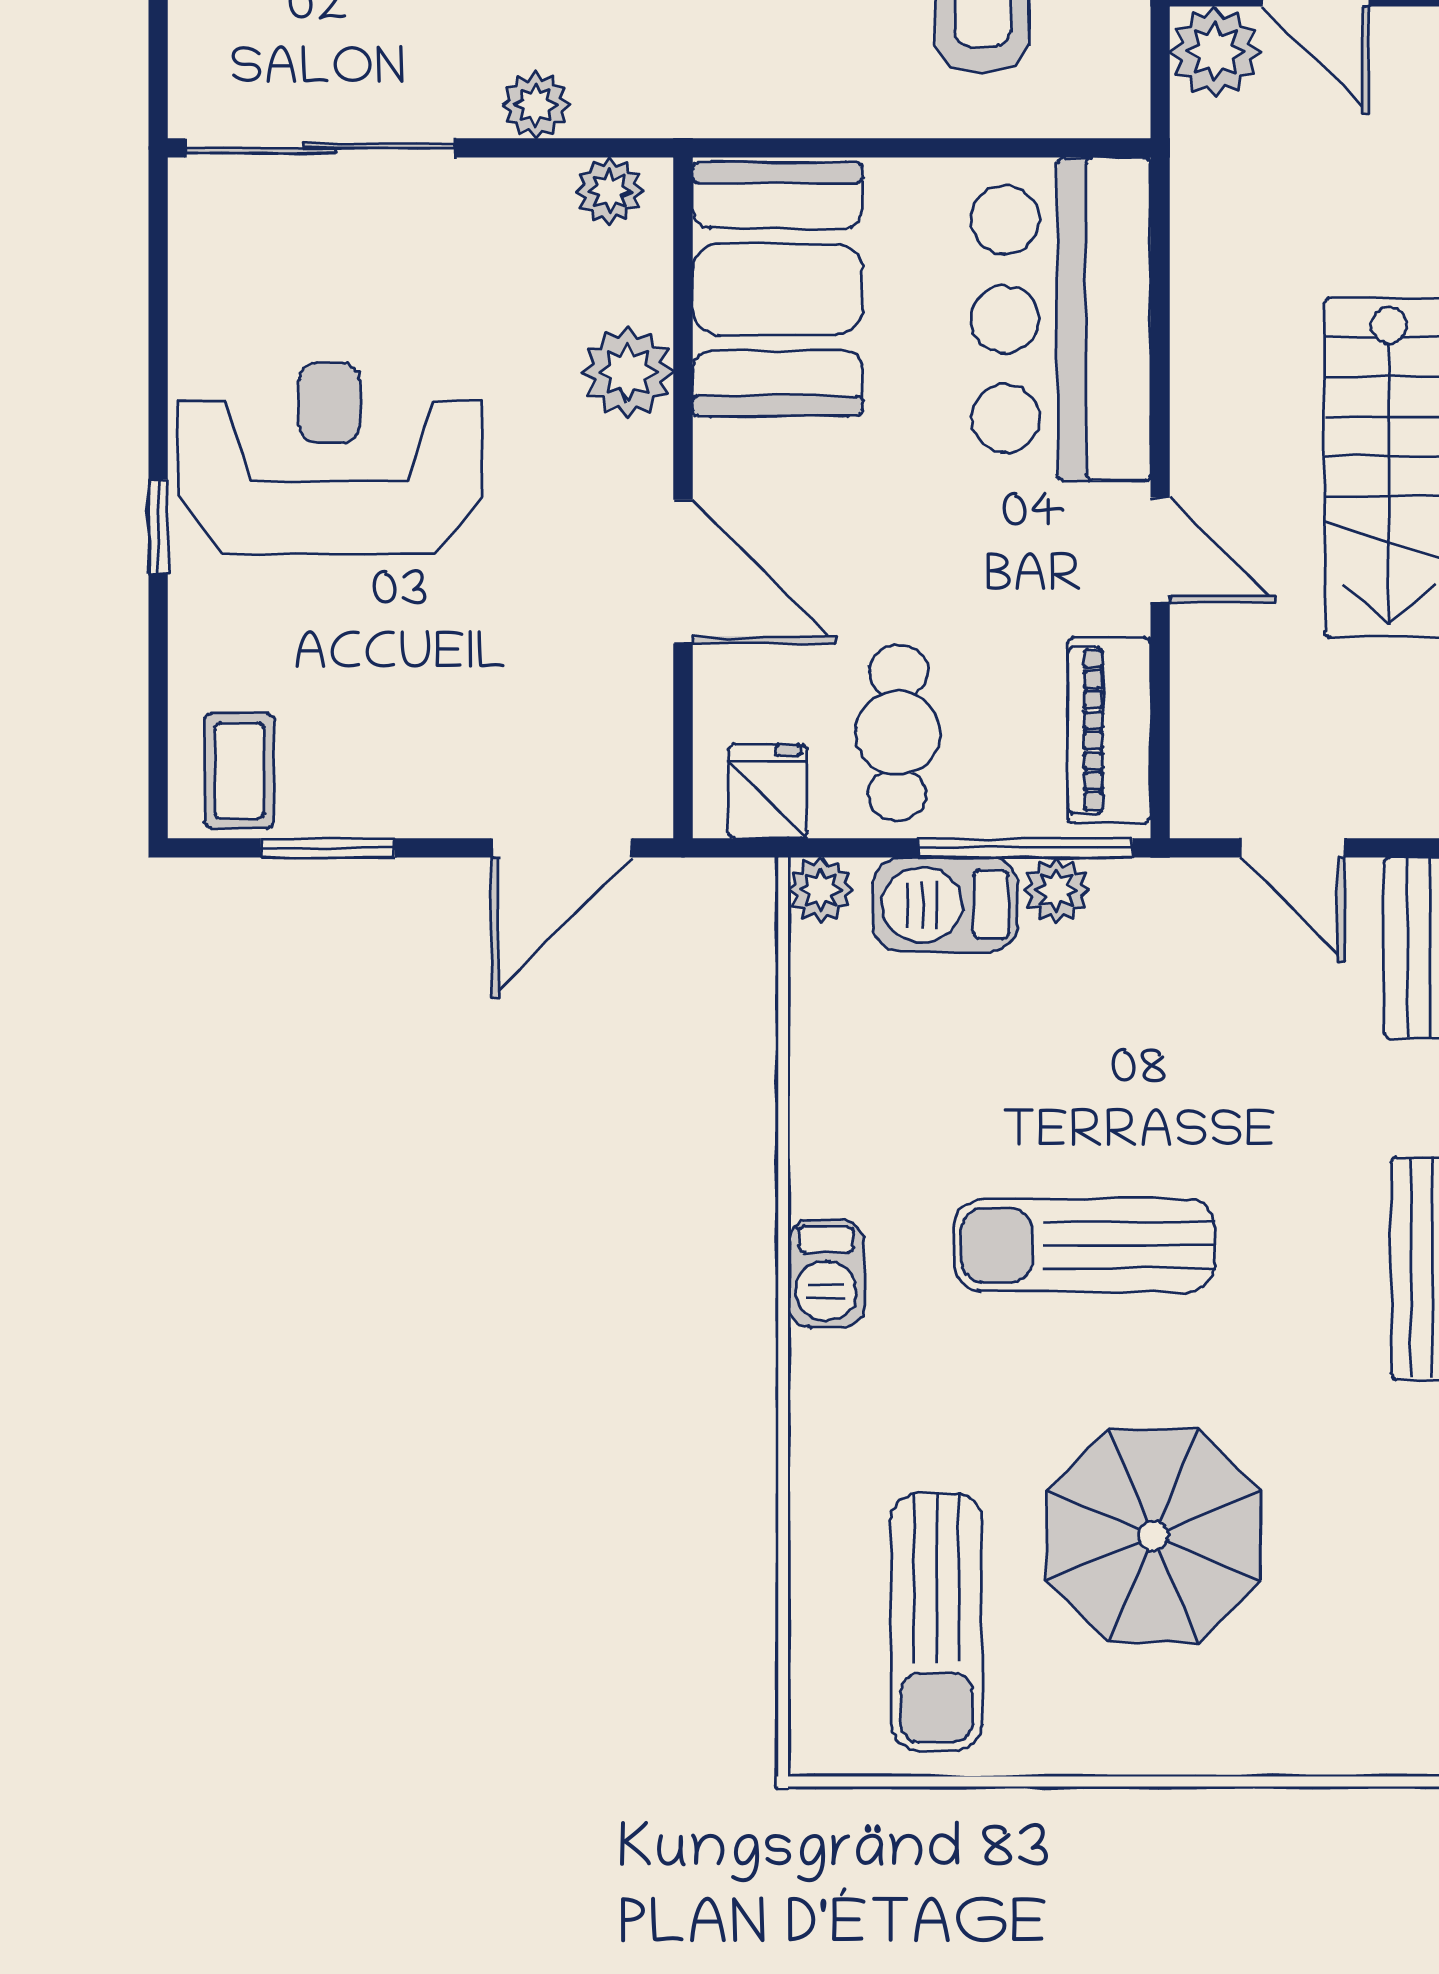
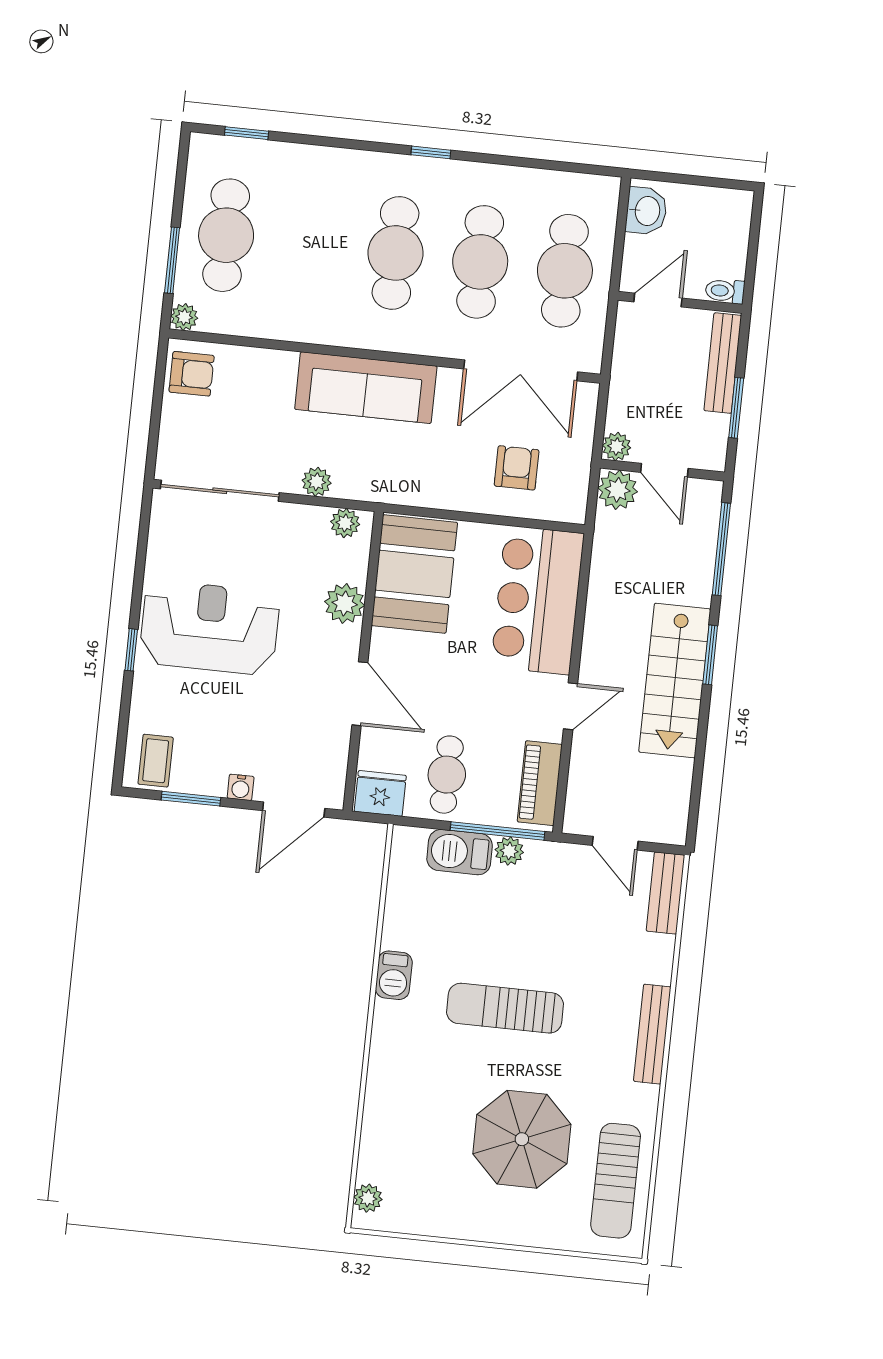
door: (1160, 550) -> (570, 706), hinge flipped
fridge: (768, 791) -> (380, 793), width x1.38
water cooler: (437, 811) -> (241, 787), added
plant: (821, 890) -> (368, 1198), moved
barbecue: (826, 1274) -> (394, 975), moved
sun lounger: (937, 1622) -> (616, 1181), moved

